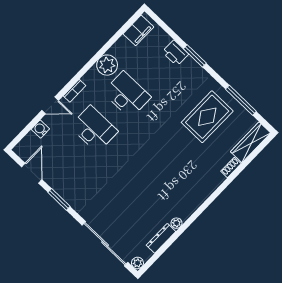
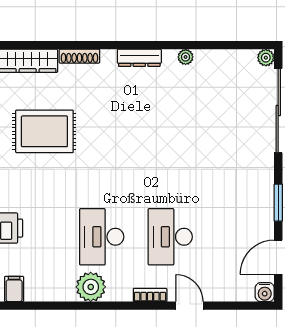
filing cabinet: (138, 30) -> (14, 289), width x0.50
water cooler: (40, 129) -> (265, 292), moved
shoe rack: (231, 167) -> (79, 56), width x1.43
dresser: (161, 238) -> (139, 58), moved

